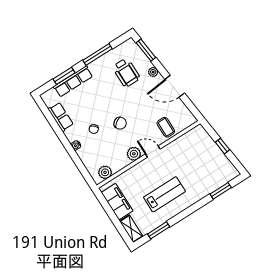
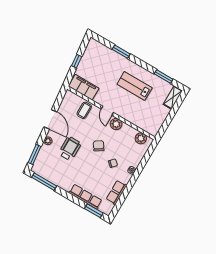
window: (97, 55) -> (44, 182), moved
wheelchair: (126, 73) -> (70, 149), moved
window: (64, 76) -> (94, 211), moved
window: (221, 191) -> (121, 52), moved
filing cabinet: (117, 202) -> (84, 87), moved, turned 90

